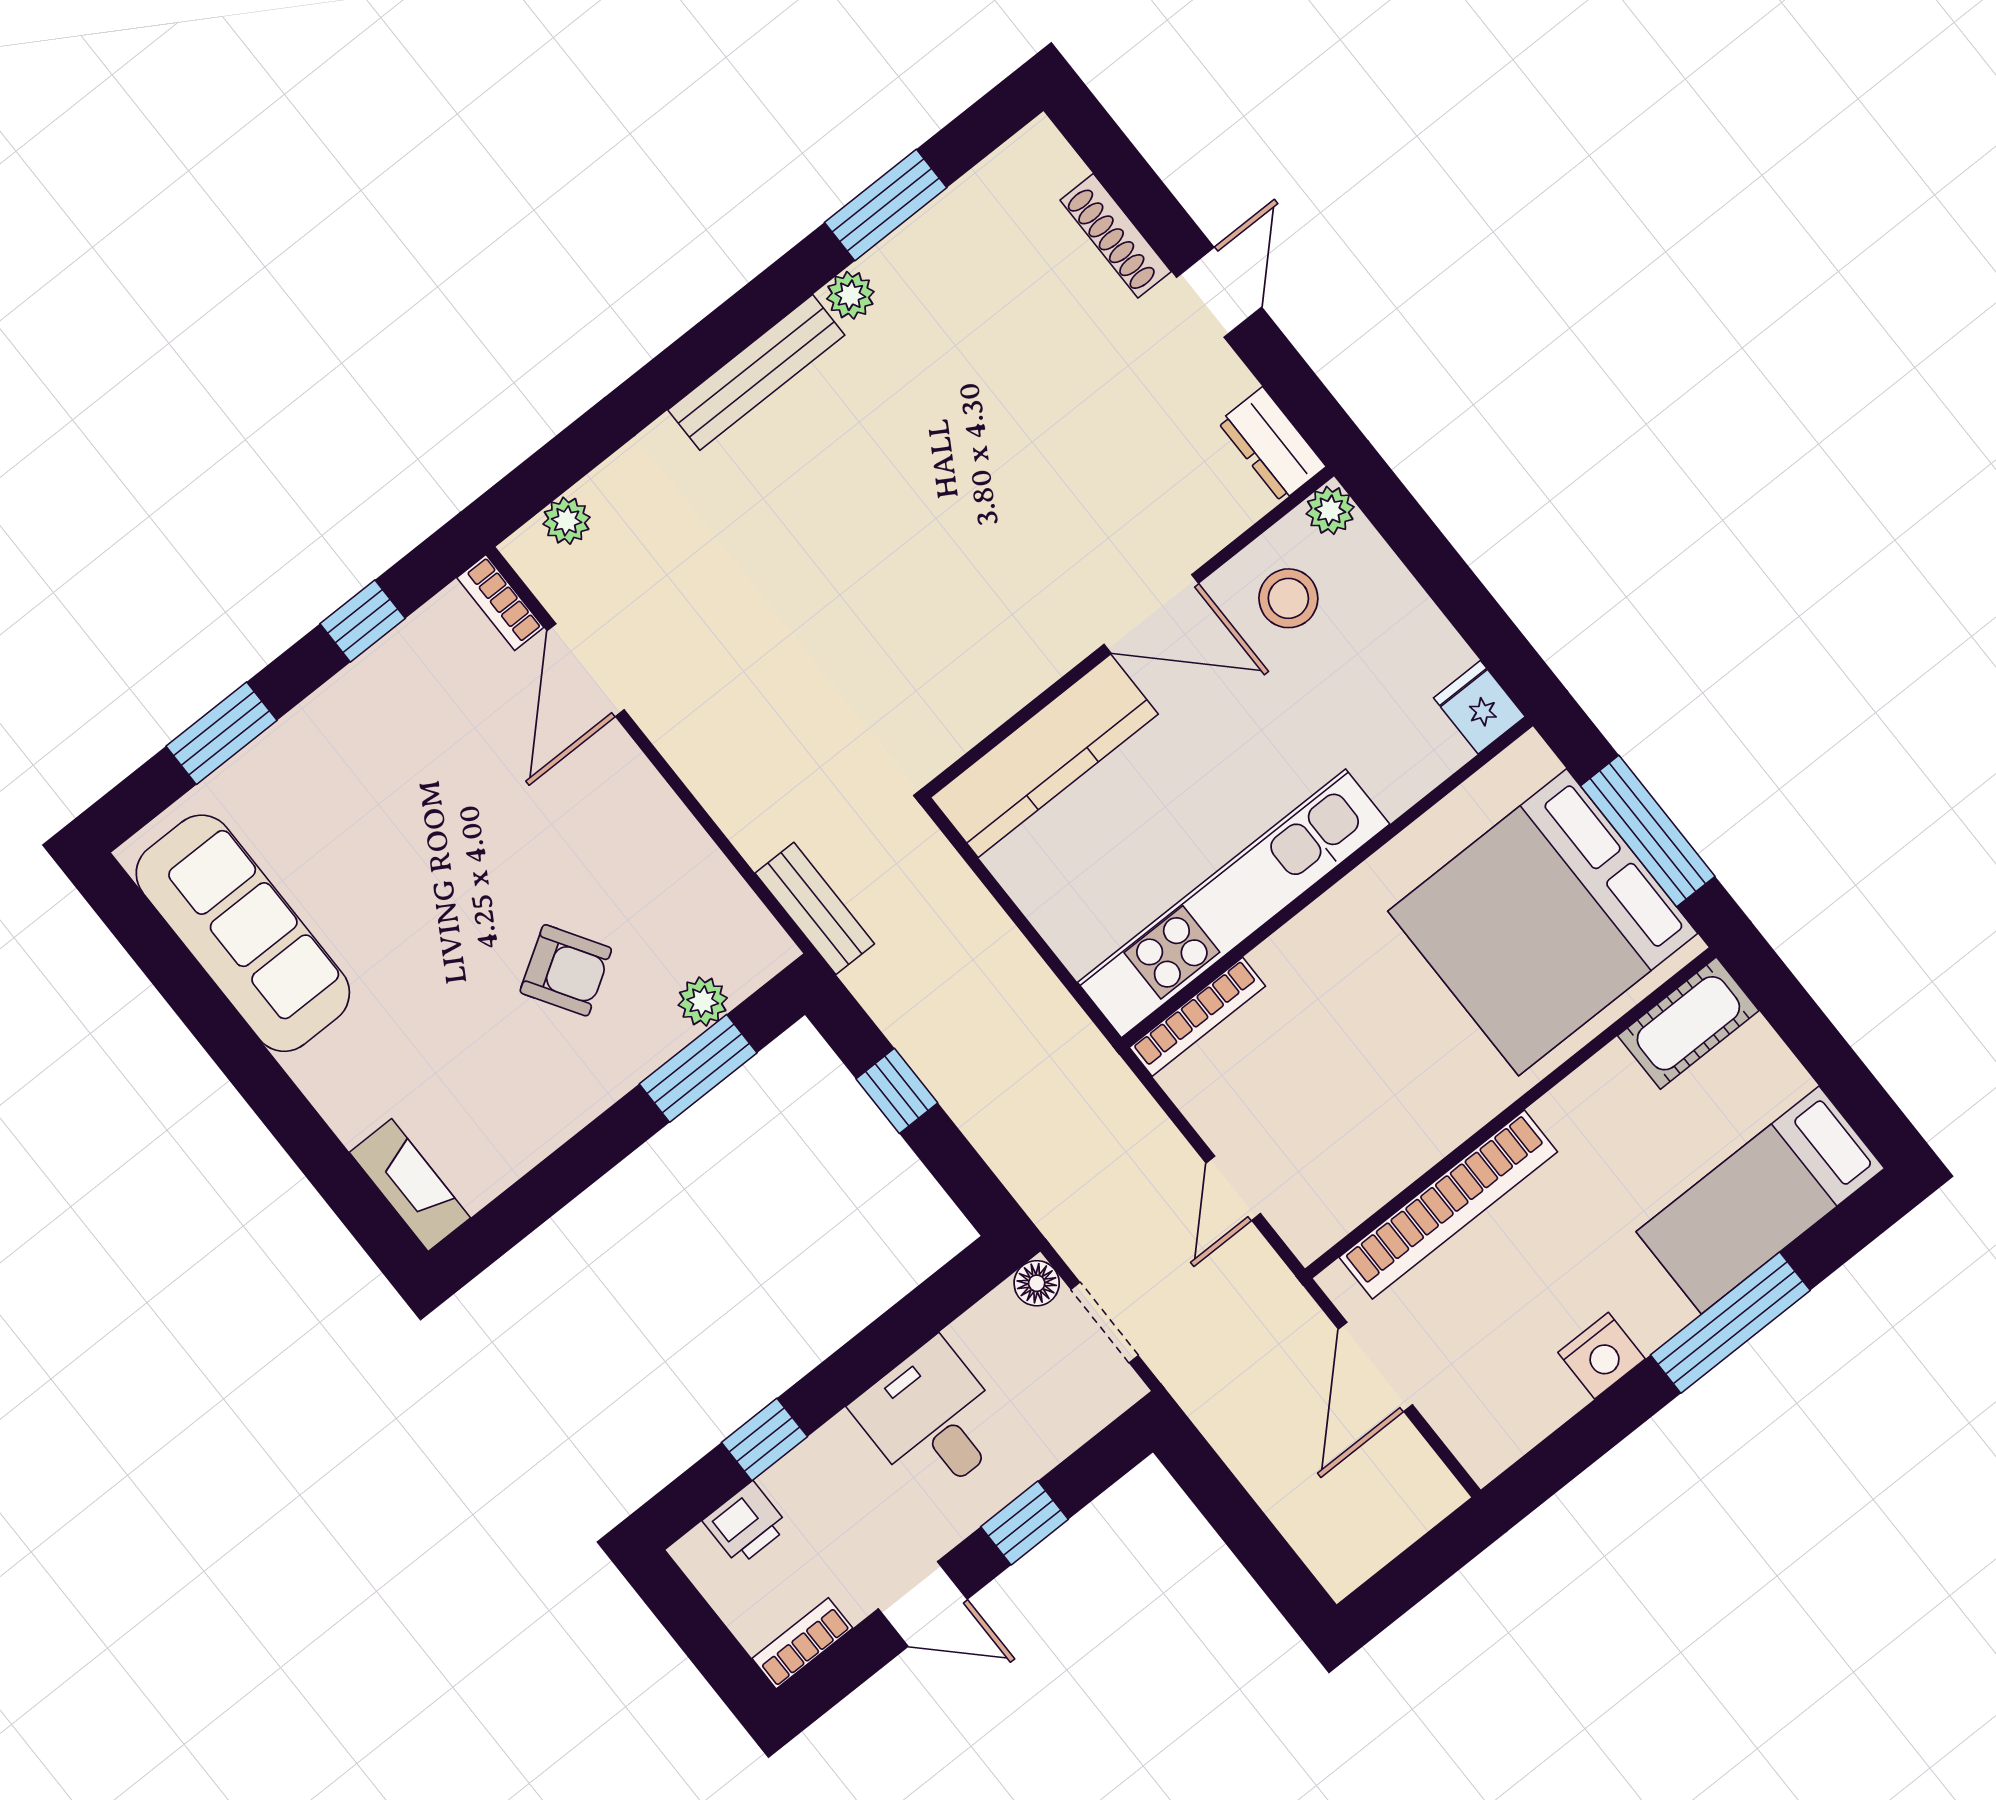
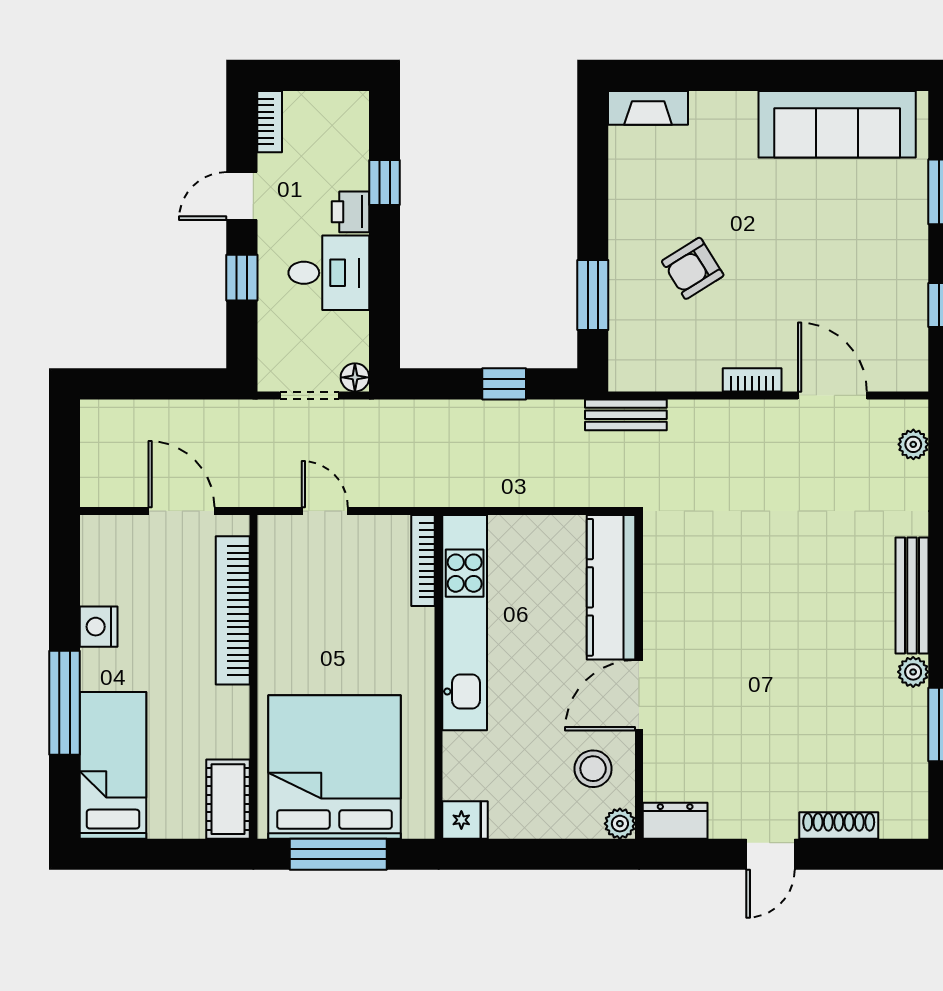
door: (1219, 292) -> (771, 854), hinge flipped
bookcase: (500, 603) -> (752, 380), moved
plant: (703, 1002) -> (624, 323), removed
printer: (746, 1524) -> (350, 212), moved

